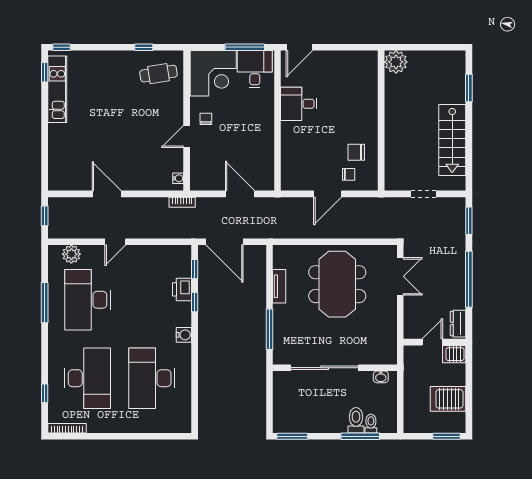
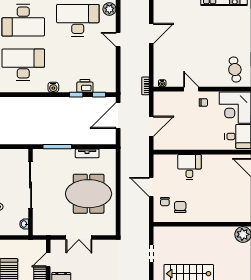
desk: (299, 104) -> (189, 167), moved
double door: (400, 276) -> (79, 238), moved
door: (432, 342) -> (48, 260), swing flipped

